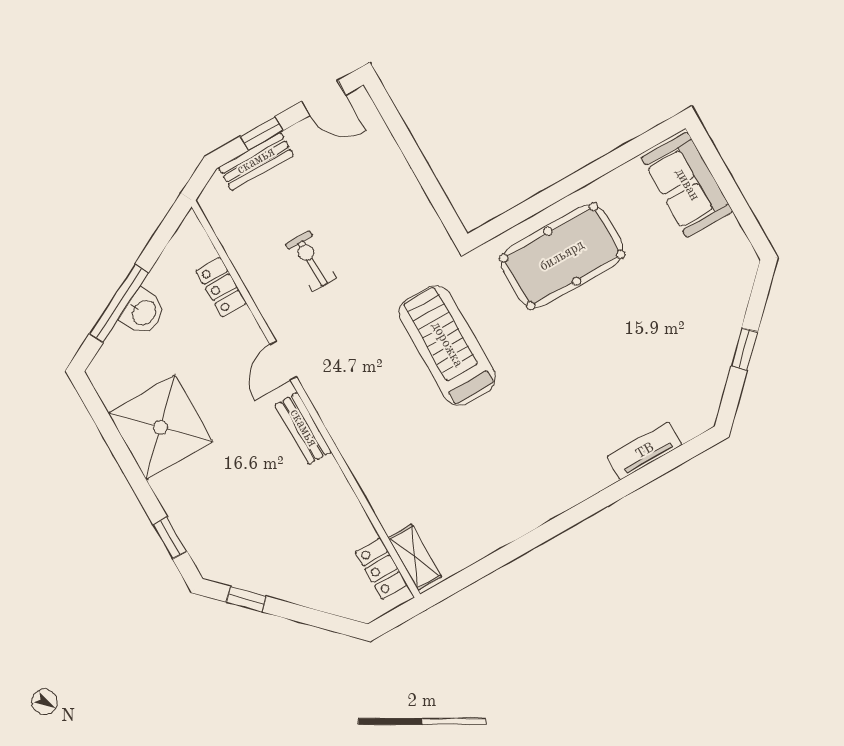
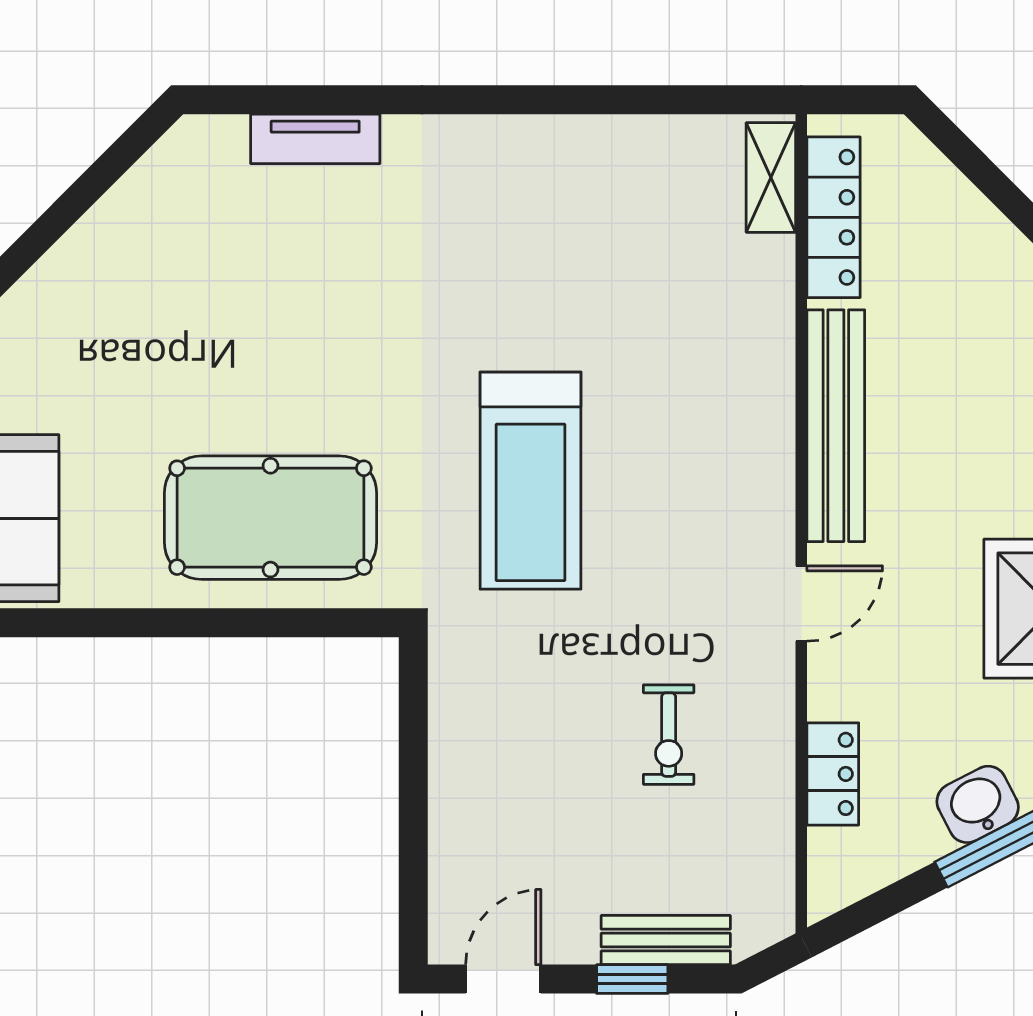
door: (324, 98) -> (503, 979), hinge flipped
window: (744, 349) -> (68, 209), removed
bench: (303, 428) -> (836, 426), width x1.86, depth x1.21
locker: (381, 569) -> (834, 217), width x1.53

